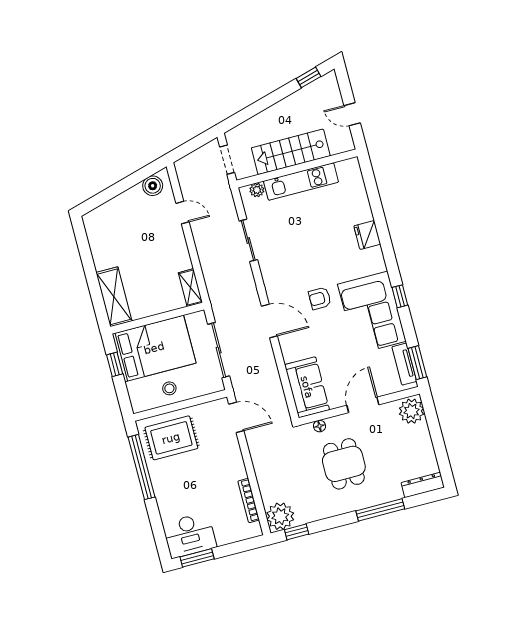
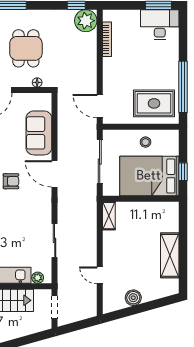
boiler: (153, 186) -> (133, 298), moved
shelving: (114, 297) -> (170, 255), moved
sofa: (307, 387) -> (39, 133), moved

